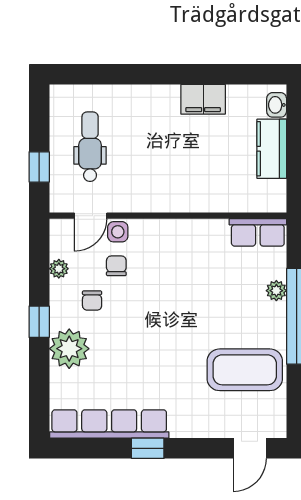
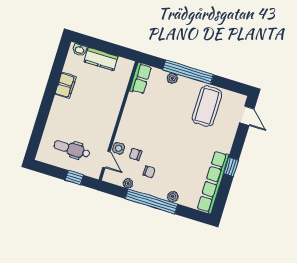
window: (39, 322) -> (151, 201), width x3.17
plant: (69, 349) -> (173, 197), width x0.53, depth x0.53

